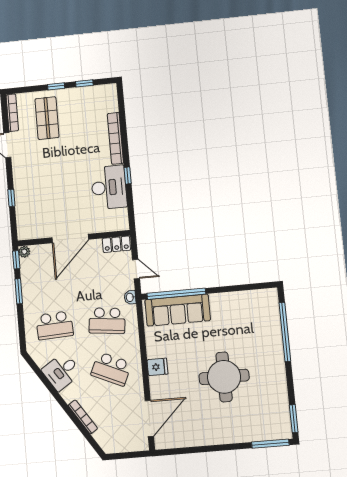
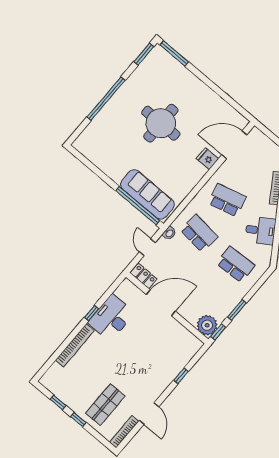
door: (70, 238) -> (161, 303), moved
plant: (24, 252) -> (207, 325), width x1.87, depth x1.87
window: (285, 332) -> (106, 99), moved
fridge: (157, 367) -> (207, 159), moved
school desk: (111, 369) -> (227, 200), turned -39

